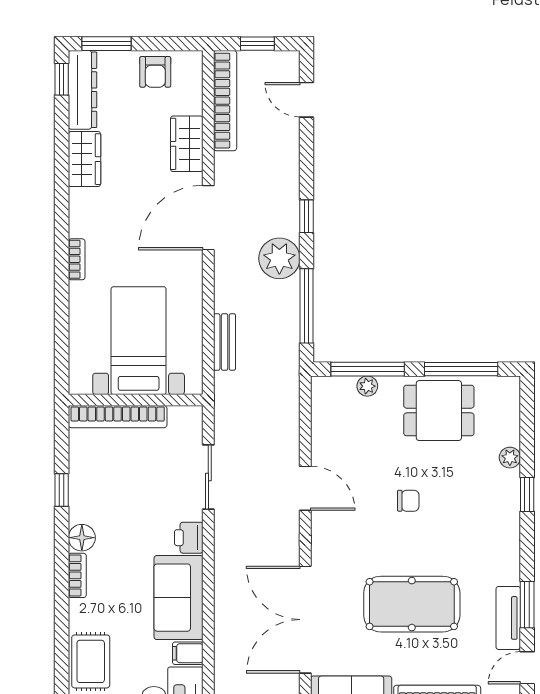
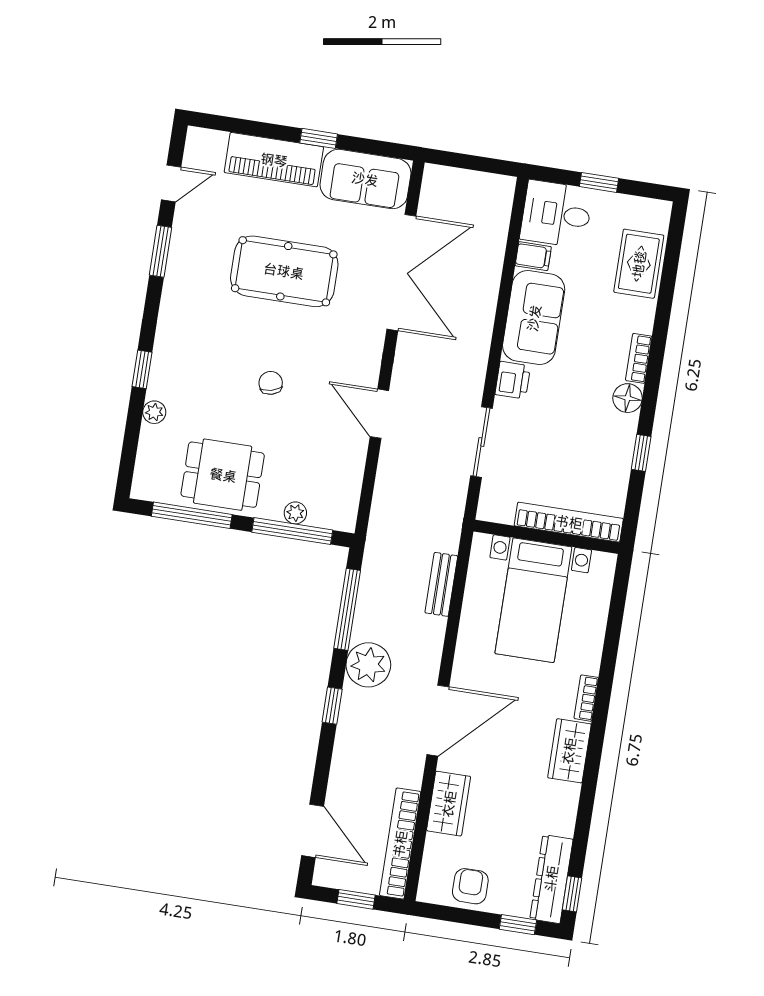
window: (106, 44) -> (518, 925), width x0.67
door: (306, 100) -> (313, 831), width x1.38
wardrobe: (84, 159) -> (569, 751), moved
chair: (408, 501) -> (271, 383), turned 76
tv unit: (508, 618) -> (183, 240), removed

